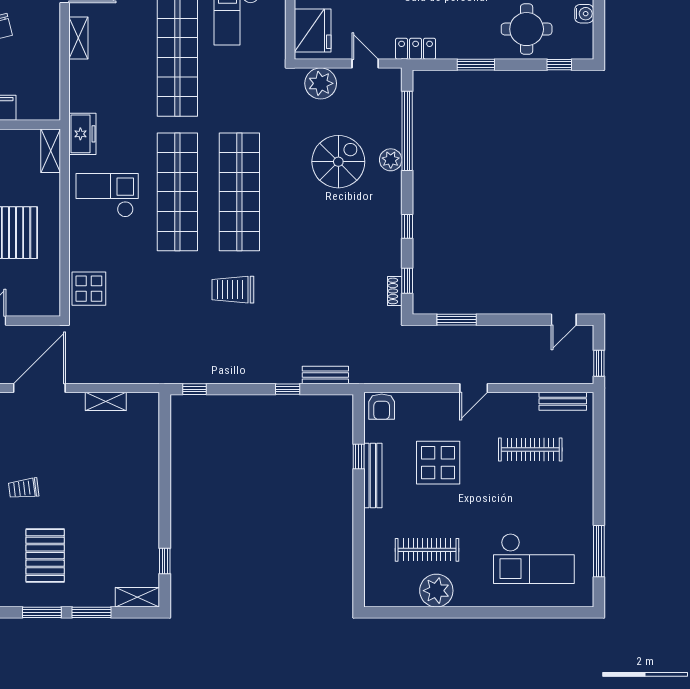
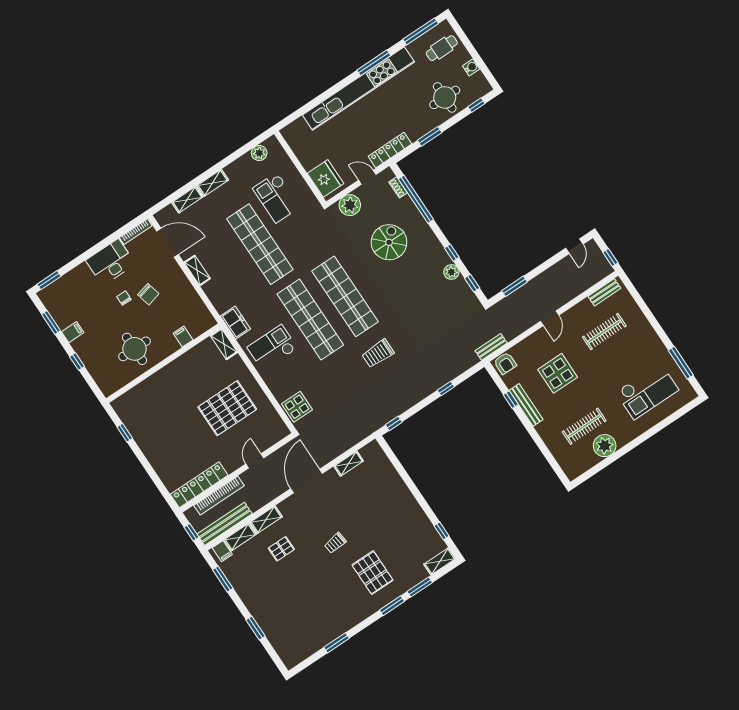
locker: (416, 49) -> (390, 150), width x1.53
plant: (391, 160) -> (451, 272), moved
shoe rack: (395, 291) -> (398, 187), moved
bench: (325, 375) -> (491, 347), moved

